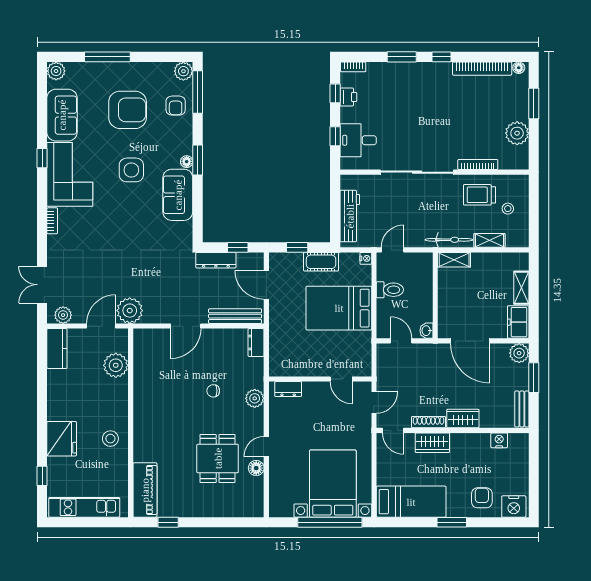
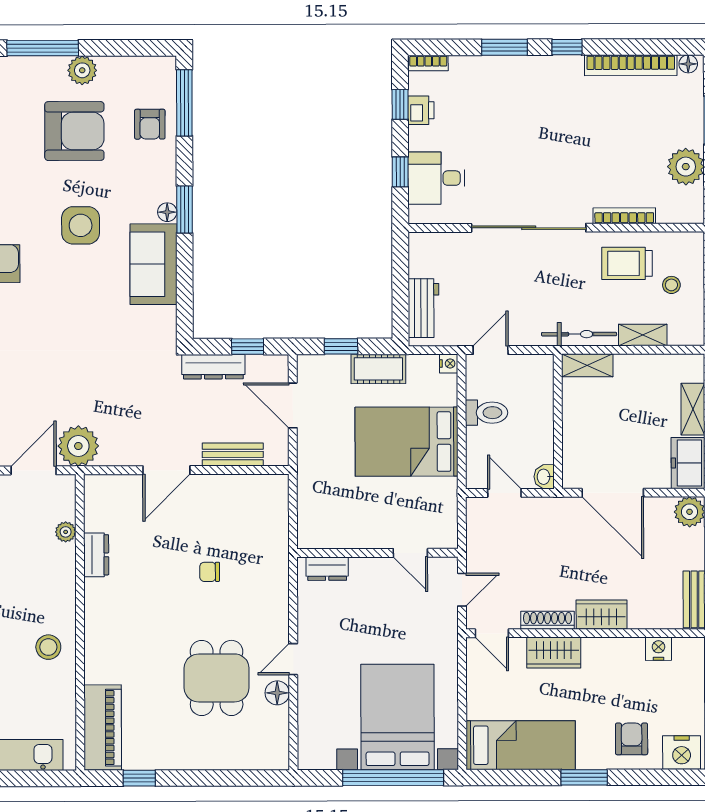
plant: (183, 71) -> (82, 70), moved
workbench: (350, 216) -> (423, 308), width x0.73
bench: (235, 316) -> (233, 455), width x0.73
dresser: (256, 343) -> (96, 555), moved, turned 180
plant: (116, 365) -> (66, 532), width x0.53, depth x0.53
plant: (255, 398) -> (275, 583), removed

